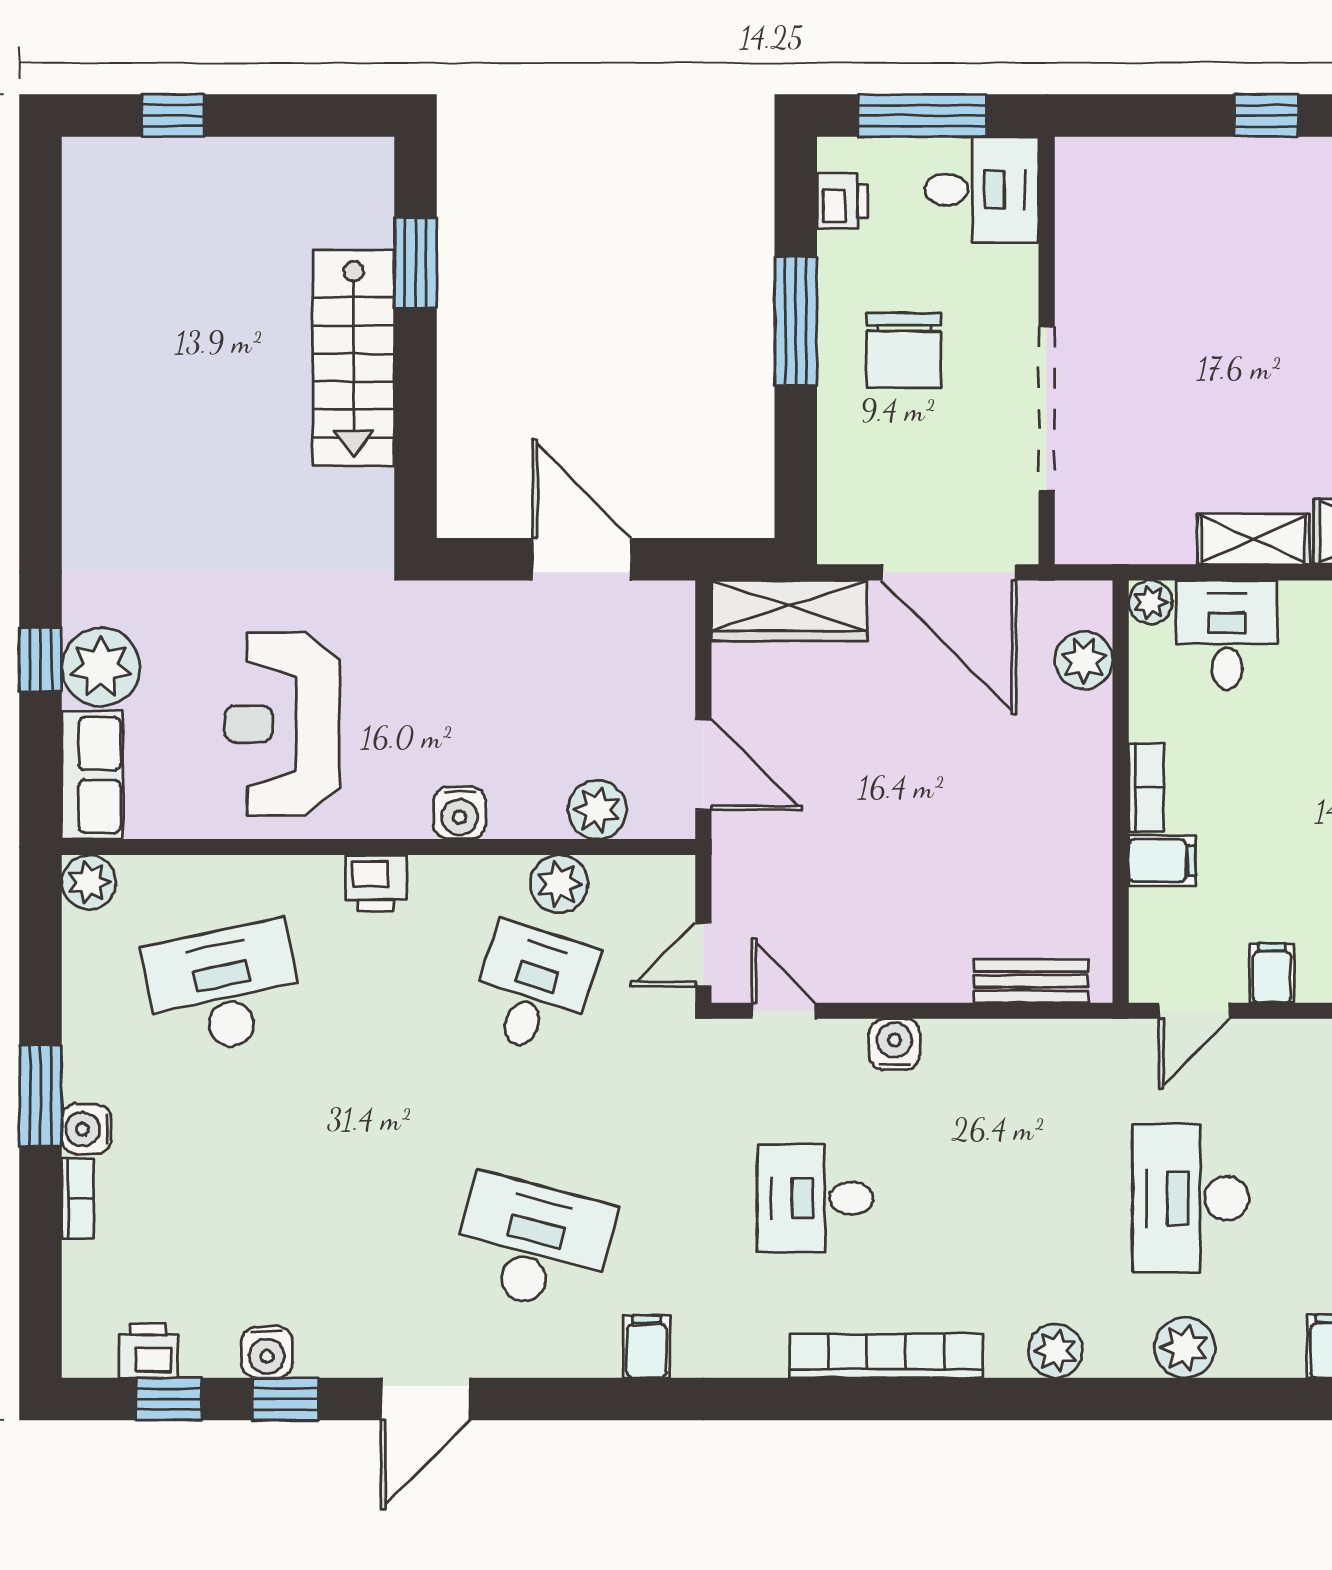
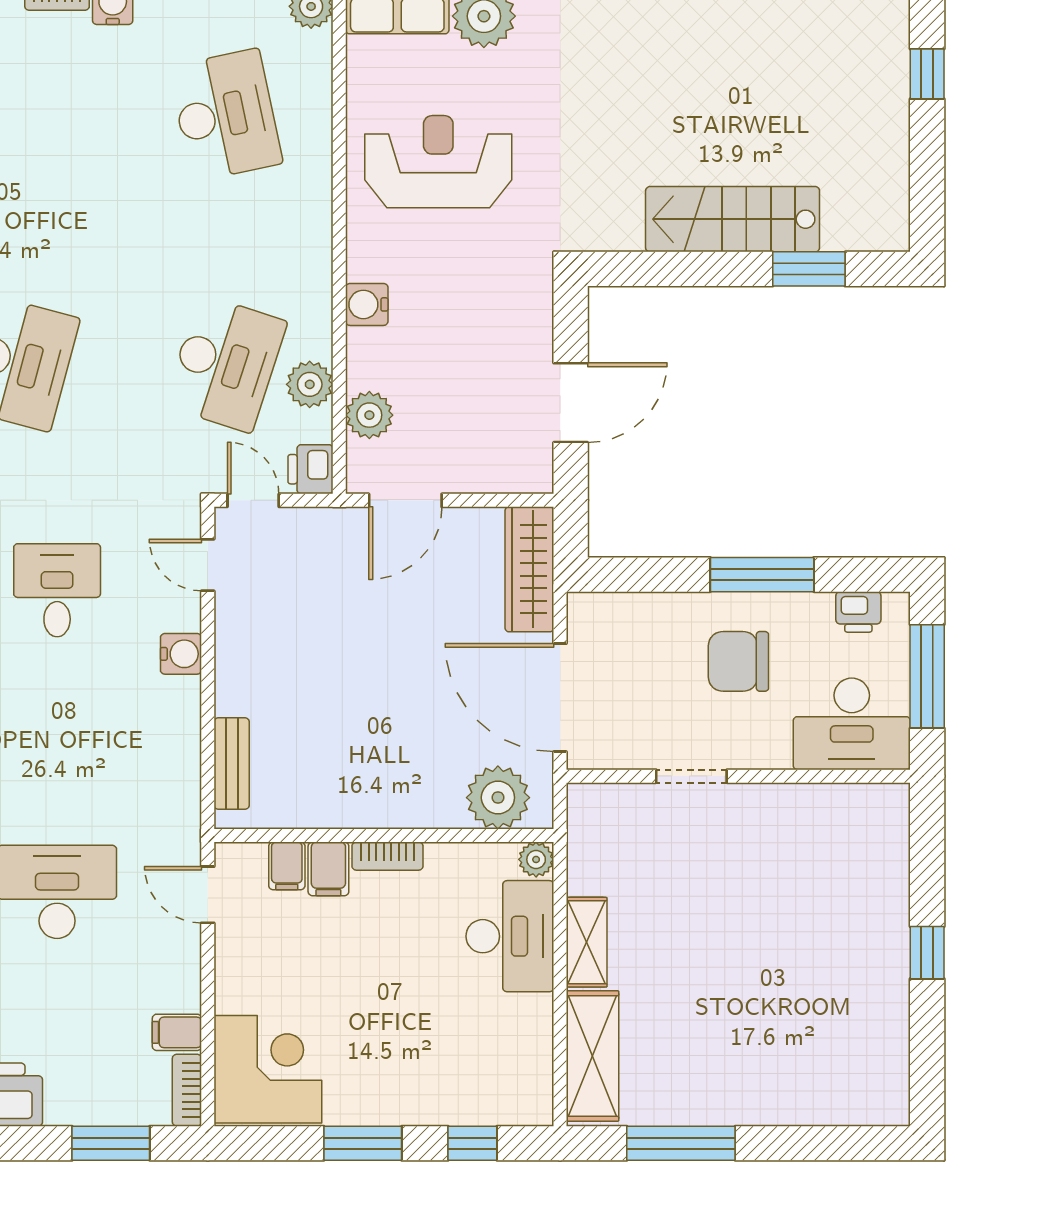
desk: (982, 190) -> (852, 724), width x1.37
doorway: (1047, 409) -> (691, 776), width x0.53
door: (949, 572) -> (560, 698), hinge flipped
desk: (1227, 635) -> (510, 936), width x1.37
plant: (1084, 660) -> (498, 798), width x1.36, depth x1.36
printer: (376, 883) -> (310, 469), moved
filing cabinet: (1272, 973) -> (287, 866), moved, turned 90
desk: (533, 989) -> (225, 363), width x1.37
door: (784, 1011) -> (208, 565), swing flipped

